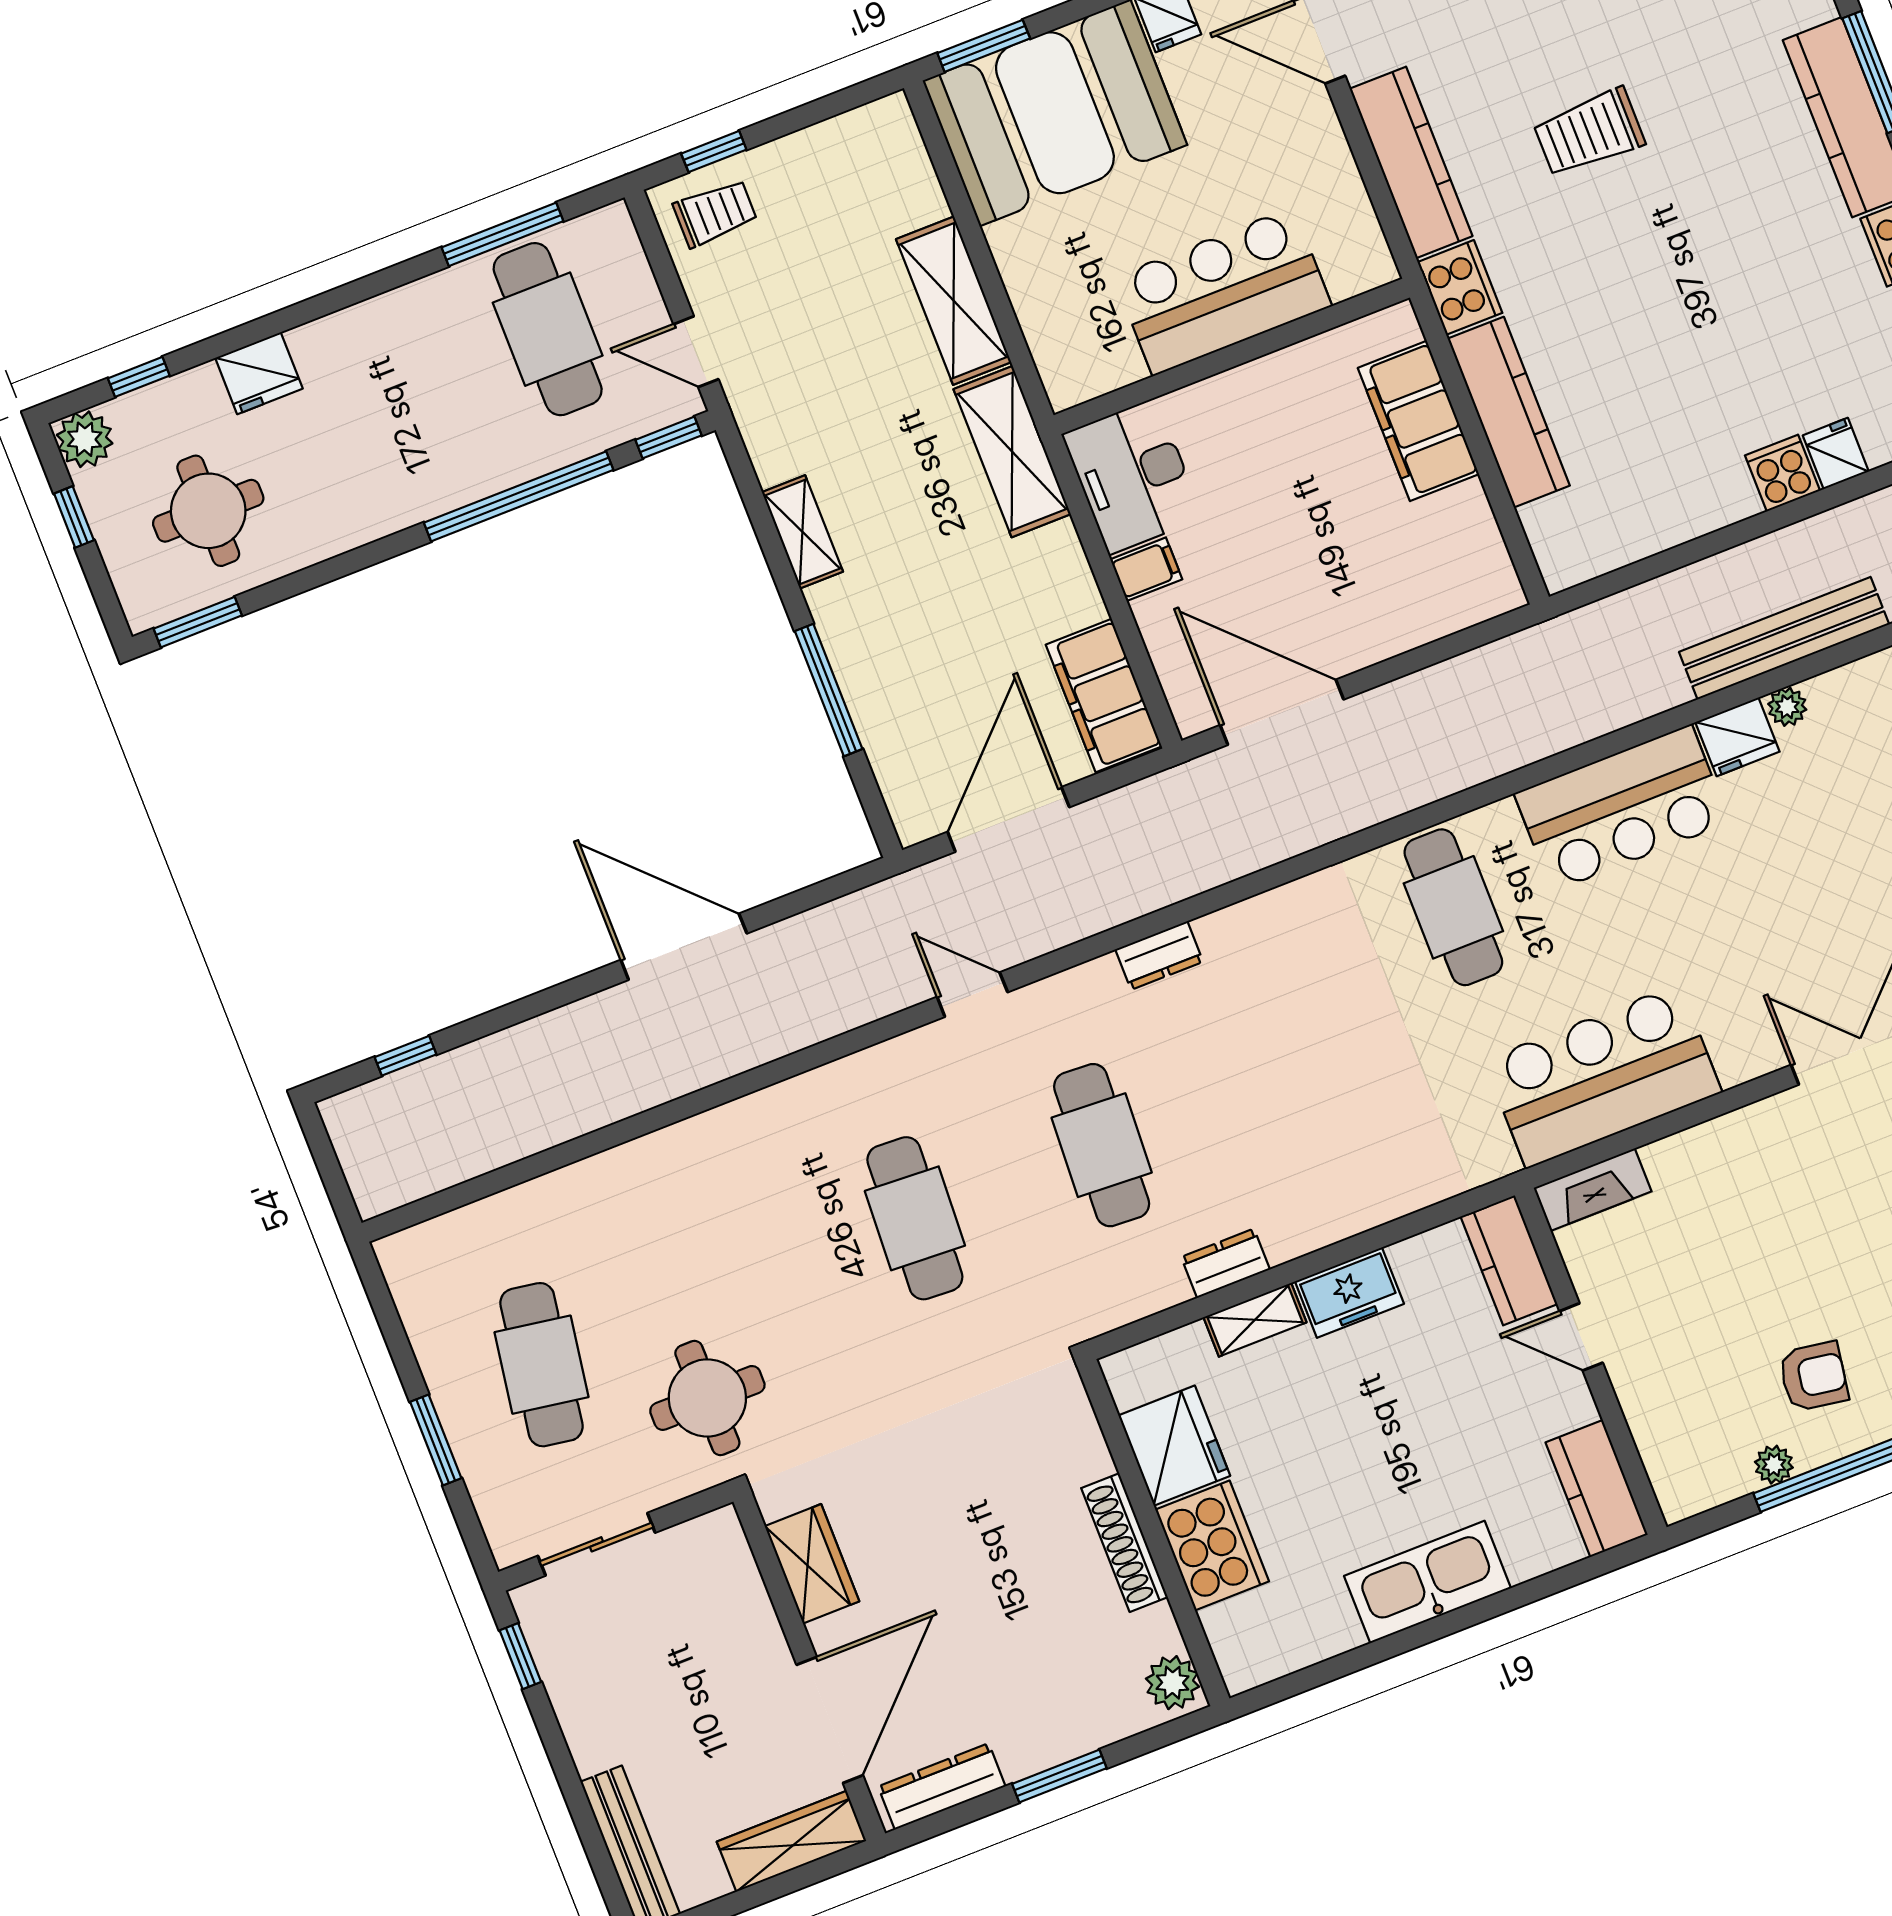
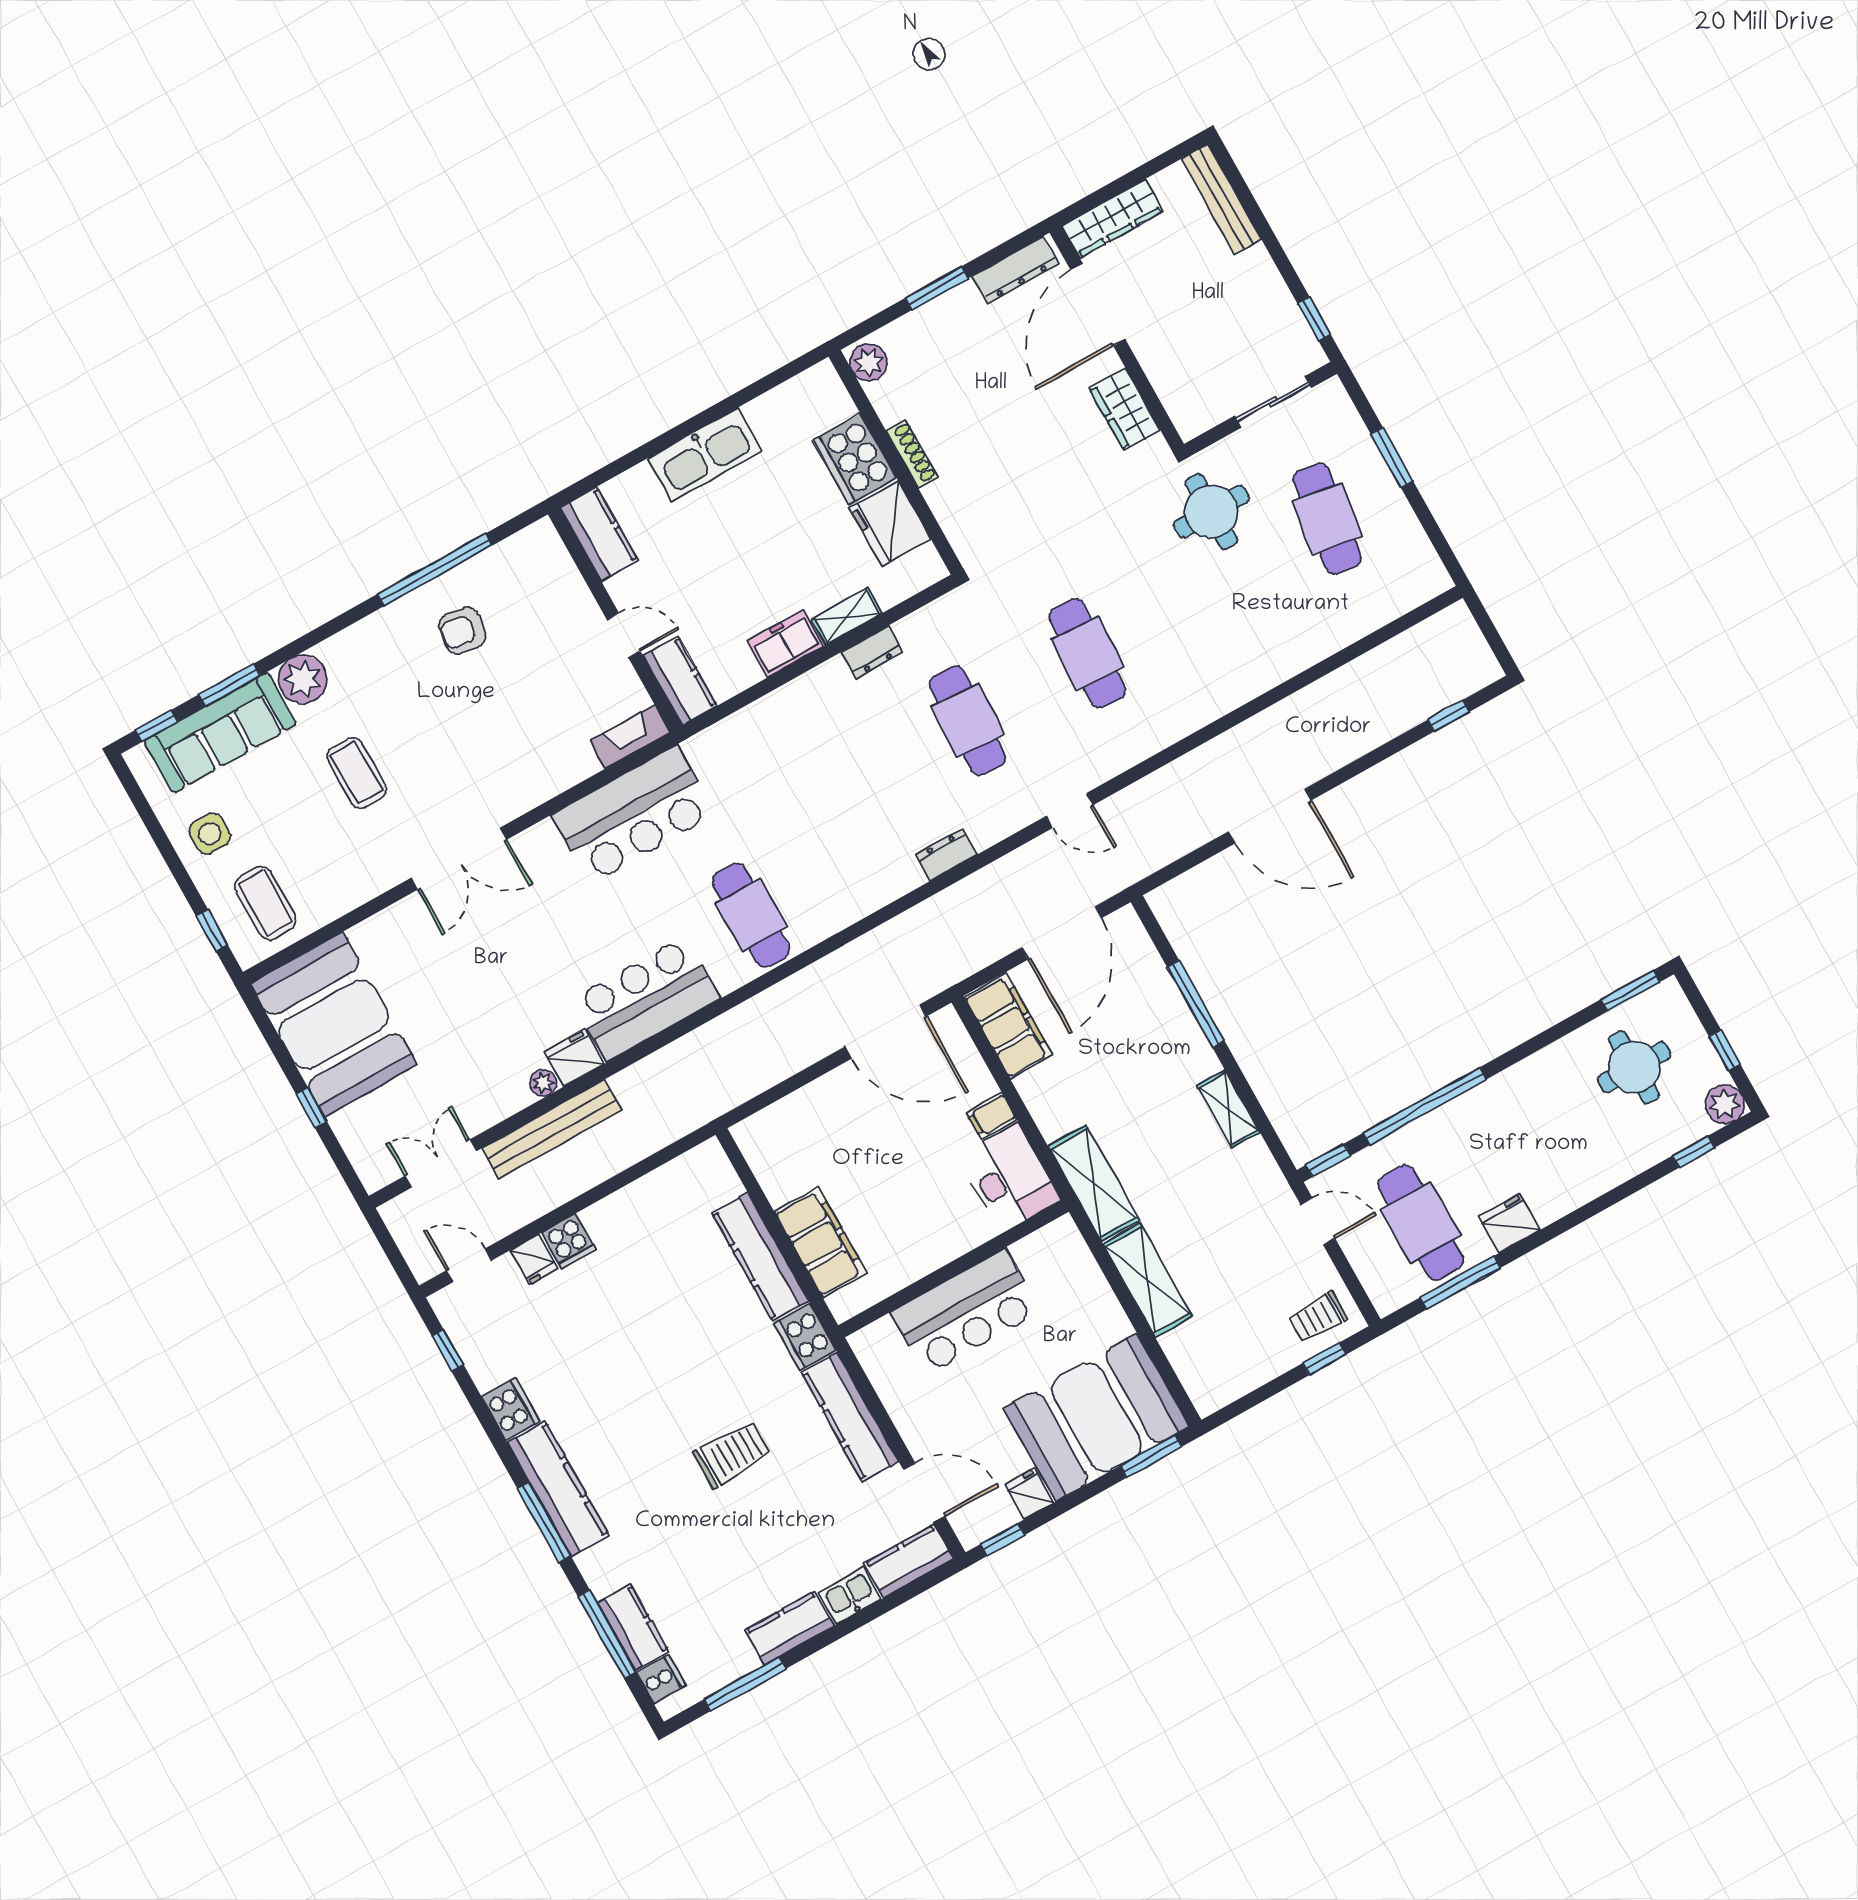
fridge: (259, 373) -> (1509, 1223), moved
plant: (1774, 1465) -> (481, 567), removed
shoe rack: (1125, 1543) -> (912, 454), width x0.74, depth x0.81

